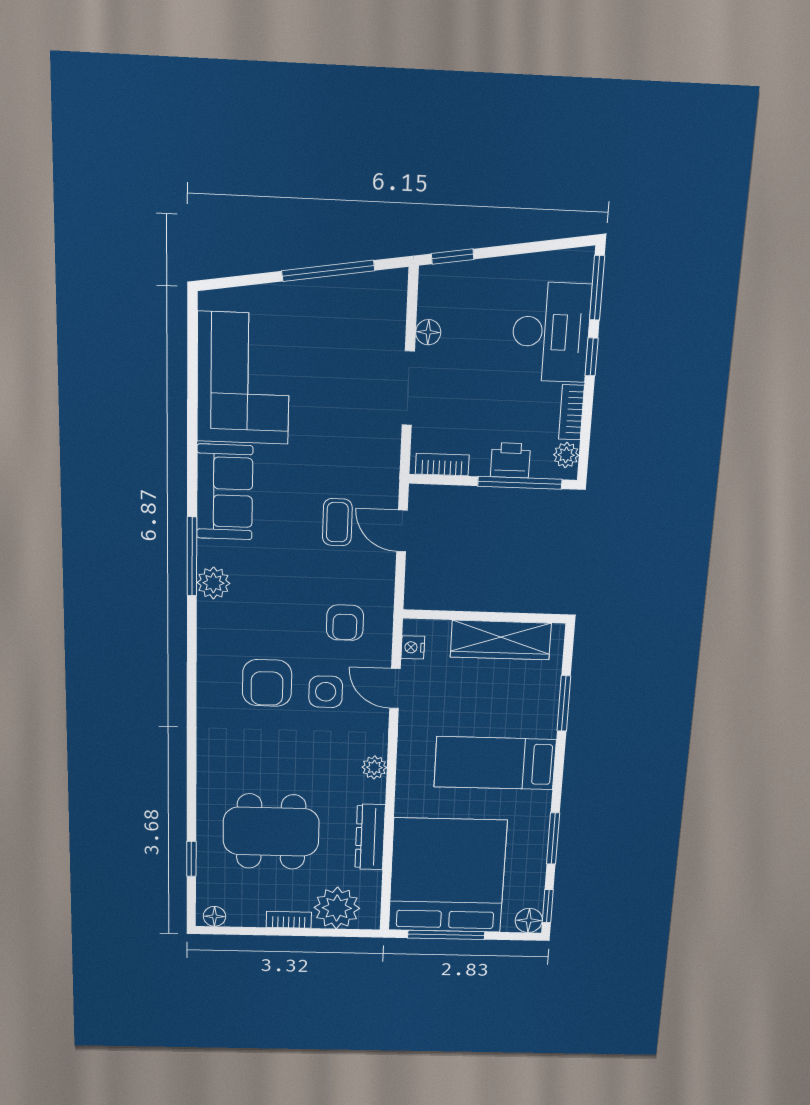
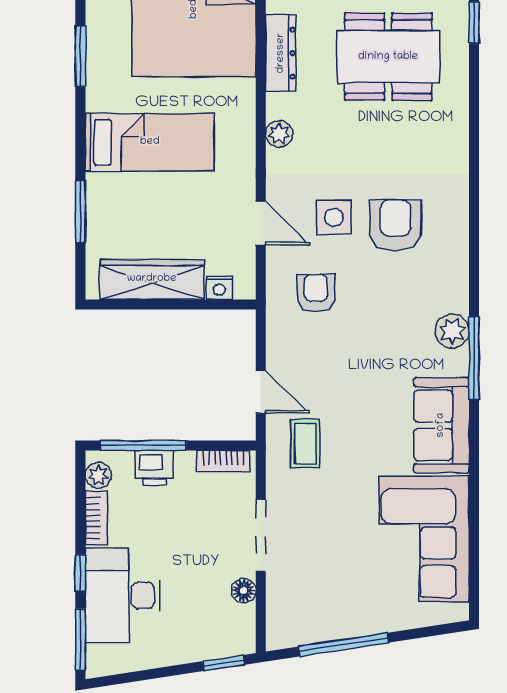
coffee table: (337, 522) -> (305, 444), moved
nightstand: (413, 647) -> (219, 288), moved, turned 90

